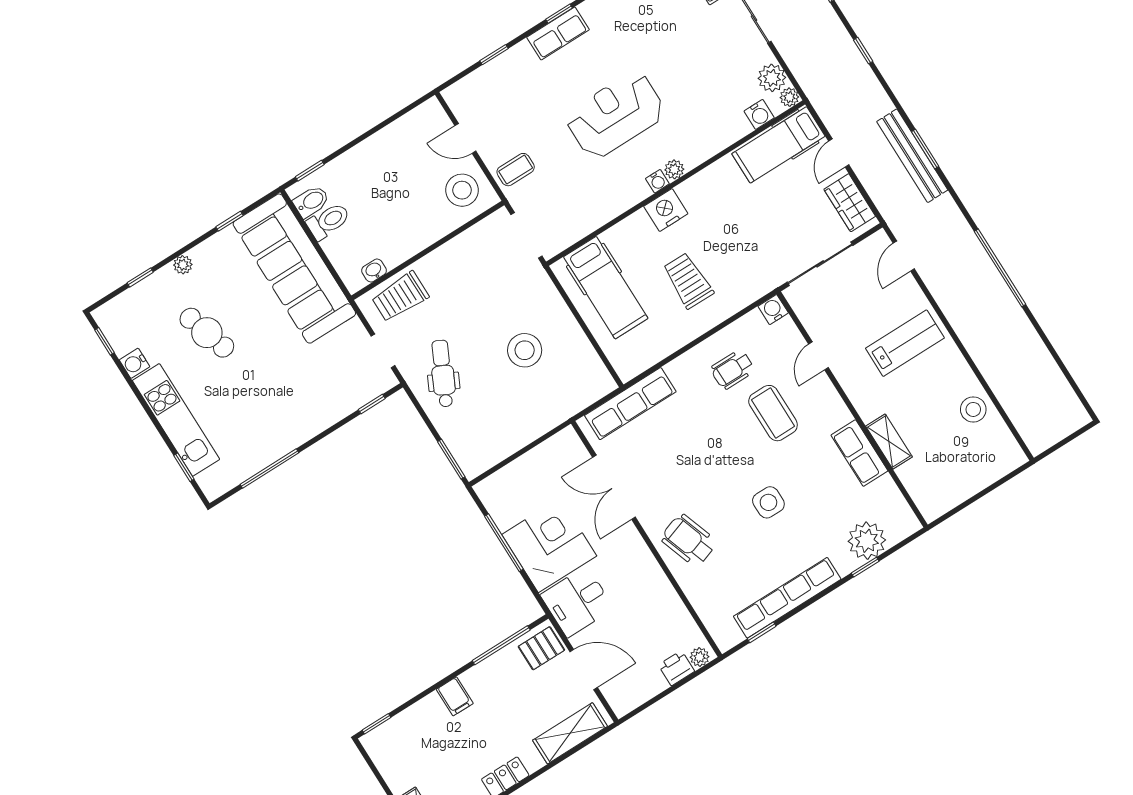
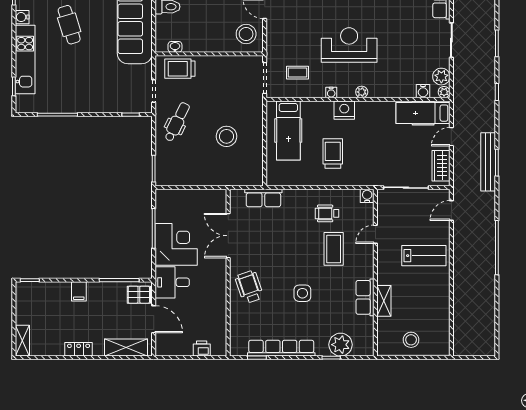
coffee table: (516, 170) -> (297, 73), moved
water cooler: (657, 181) -> (331, 93), moved
row of seats: (630, 404) -> (263, 198), width x0.68
stool: (973, 409) -> (411, 340), moved
plant: (700, 657) -> (217, 350), removed

